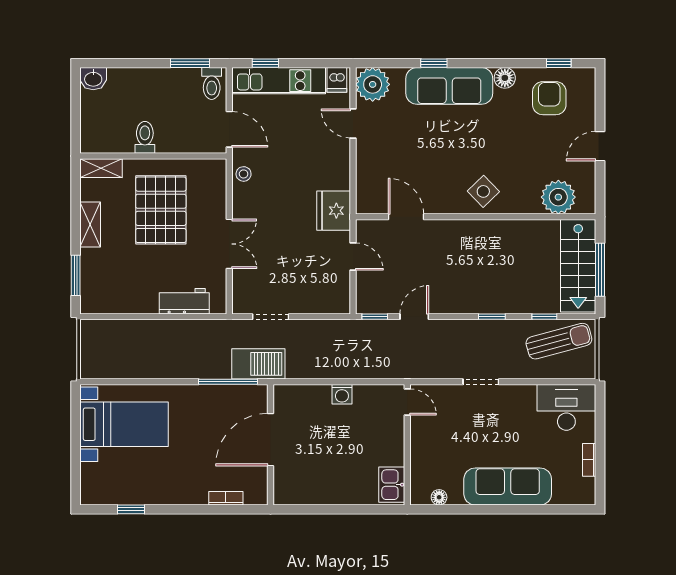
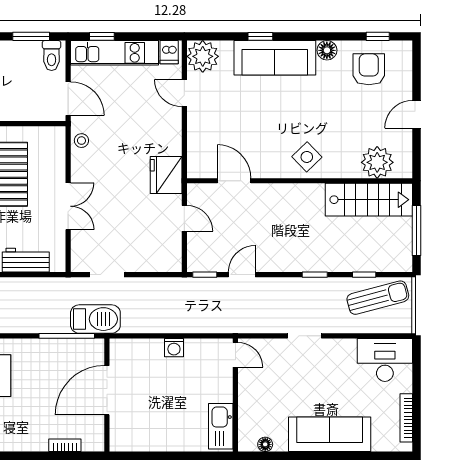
stairs: (578, 266) -> (369, 200), moved, turned -90
bookcase: (589, 460) -> (406, 418), width x1.56
kitchen sink: (392, 485) -> (221, 426), width x1.38

